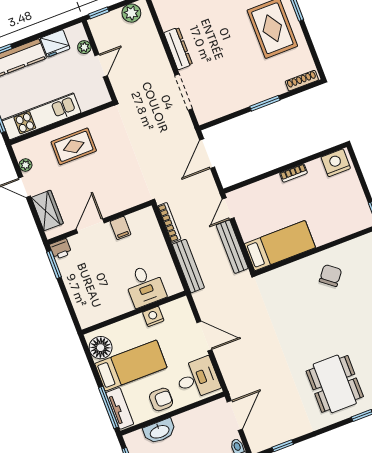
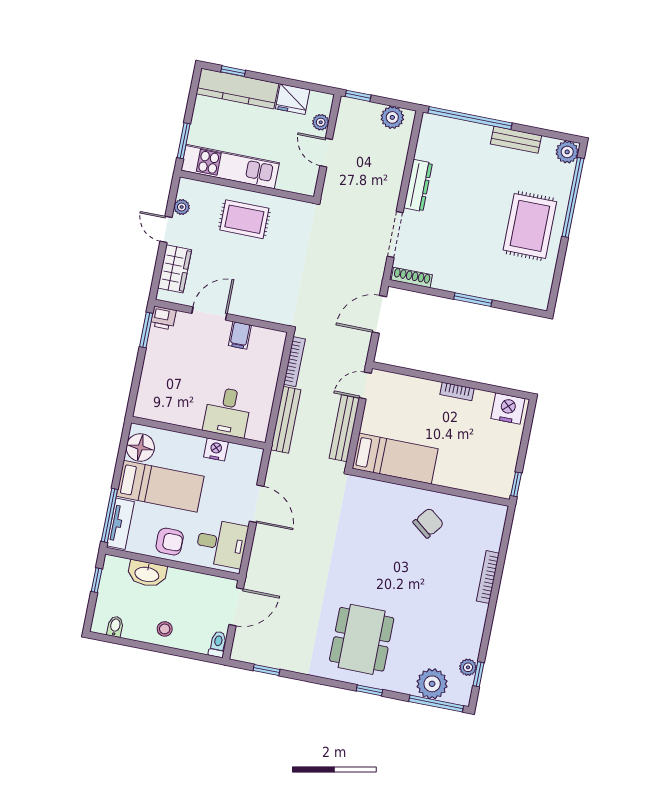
door: (101, 66) -> (326, 153), swing flipped
shoe rack: (302, 81) -> (412, 277), moved

